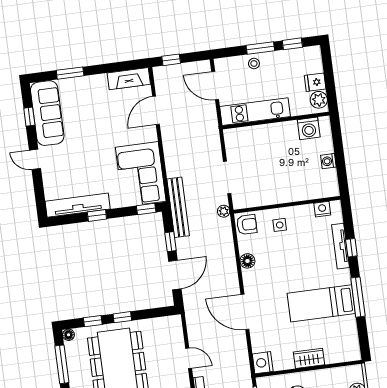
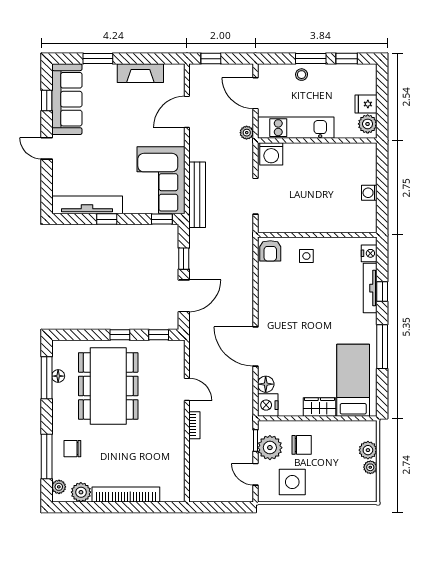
fireplace: (129, 79) -> (140, 73), moved
washing machine: (309, 128) -> (271, 154), moved
bench: (178, 207) -> (197, 195), moved
nightstand: (322, 209) -> (369, 253), moved, turned 90
plant: (224, 211) -> (247, 133), moved
armchair: (247, 225) -> (270, 251), turned 90
floor lamp: (247, 261) -> (266, 384), moved
bed: (321, 303) -> (353, 380), moved, turned 90
window: (93, 321) -> (159, 335), moved
floor lamp: (69, 335) -> (58, 376), moved

